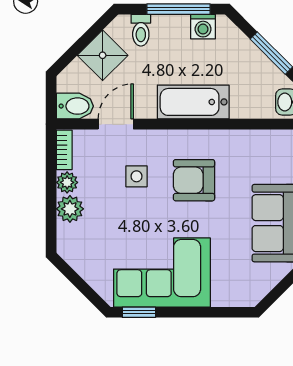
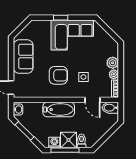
shower: (103, 55) -> (68, 140), moved, turned 45
door: (116, 124) -> (92, 100), hinge flipped
window: (139, 312) -> (61, 18), moved

